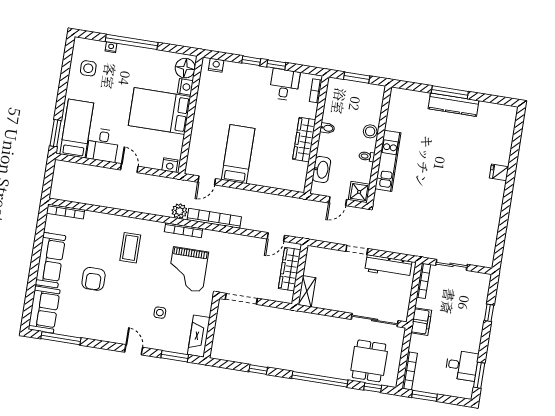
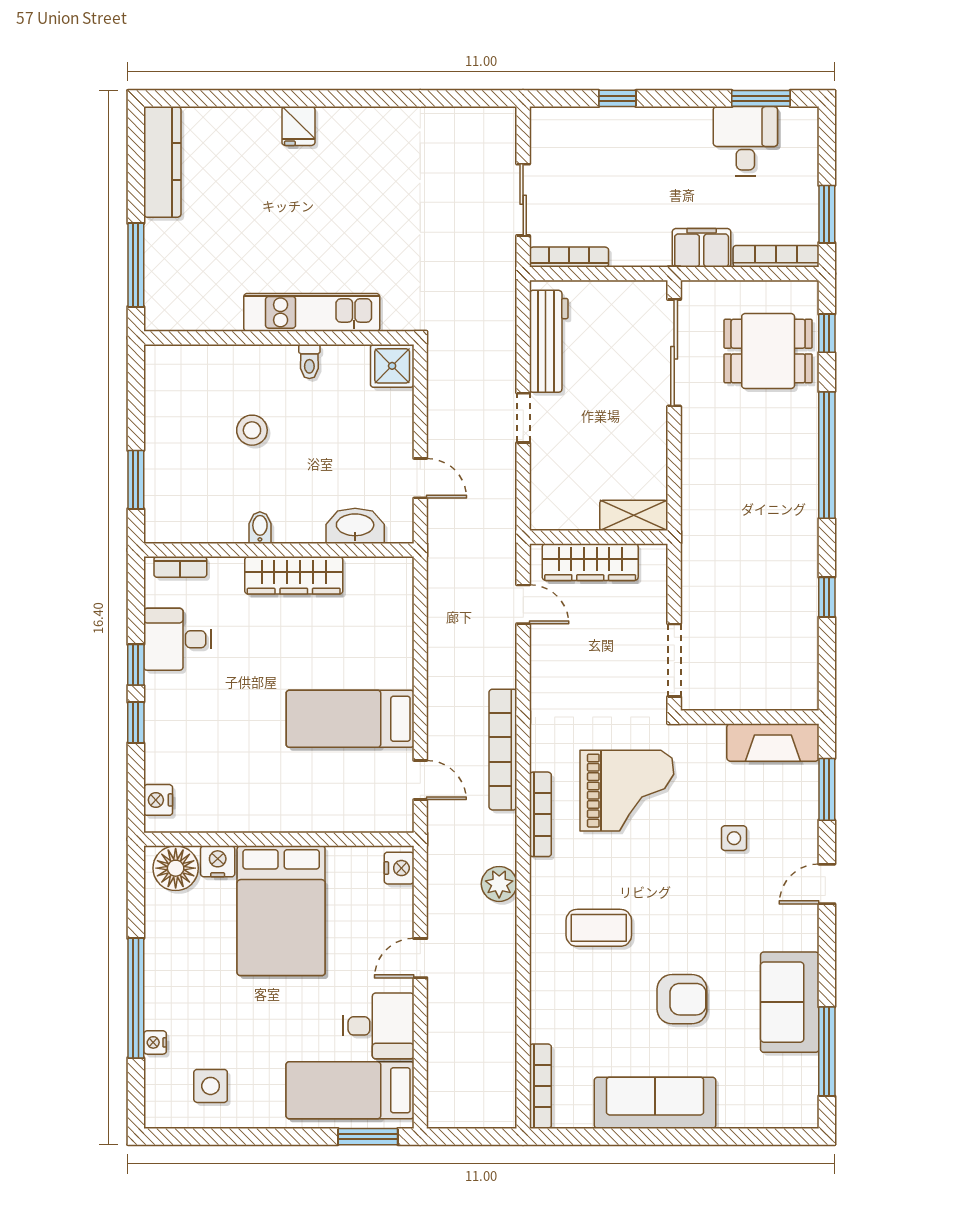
kitchen counter: (453, 105) -> (162, 162), moved
wall: (379, 145) -> (279, 338), moved
toilet: (367, 156) -> (309, 361), moved
kitchen unit: (388, 161) -> (312, 312), moved
shower: (359, 192) -> (392, 366), moved
plant: (179, 211) -> (499, 884), moved
sofa: (44, 310) -> (790, 1002), moved, turned -90
filing cabinet: (421, 322) -> (702, 248), moved

